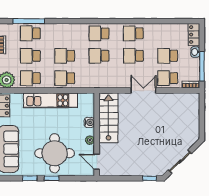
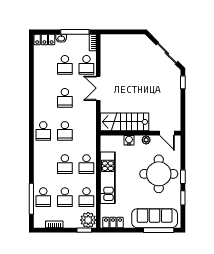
school desk: (133, 33) -> (43, 98), removed
door: (97, 162) -> (167, 133), hinge flipped

